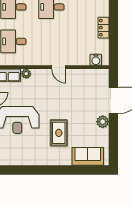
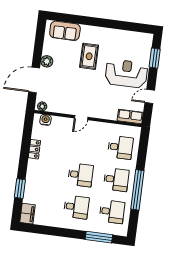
door: (59, 67) -> (81, 118), swing flipped
plant: (26, 74) -> (42, 106), moved

